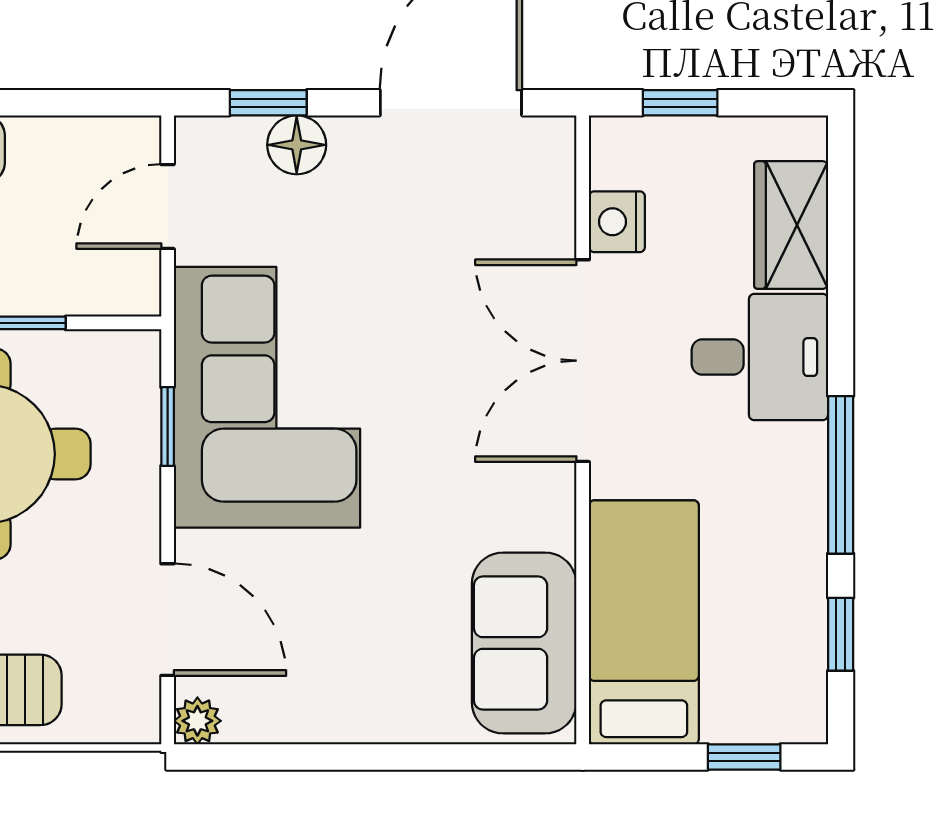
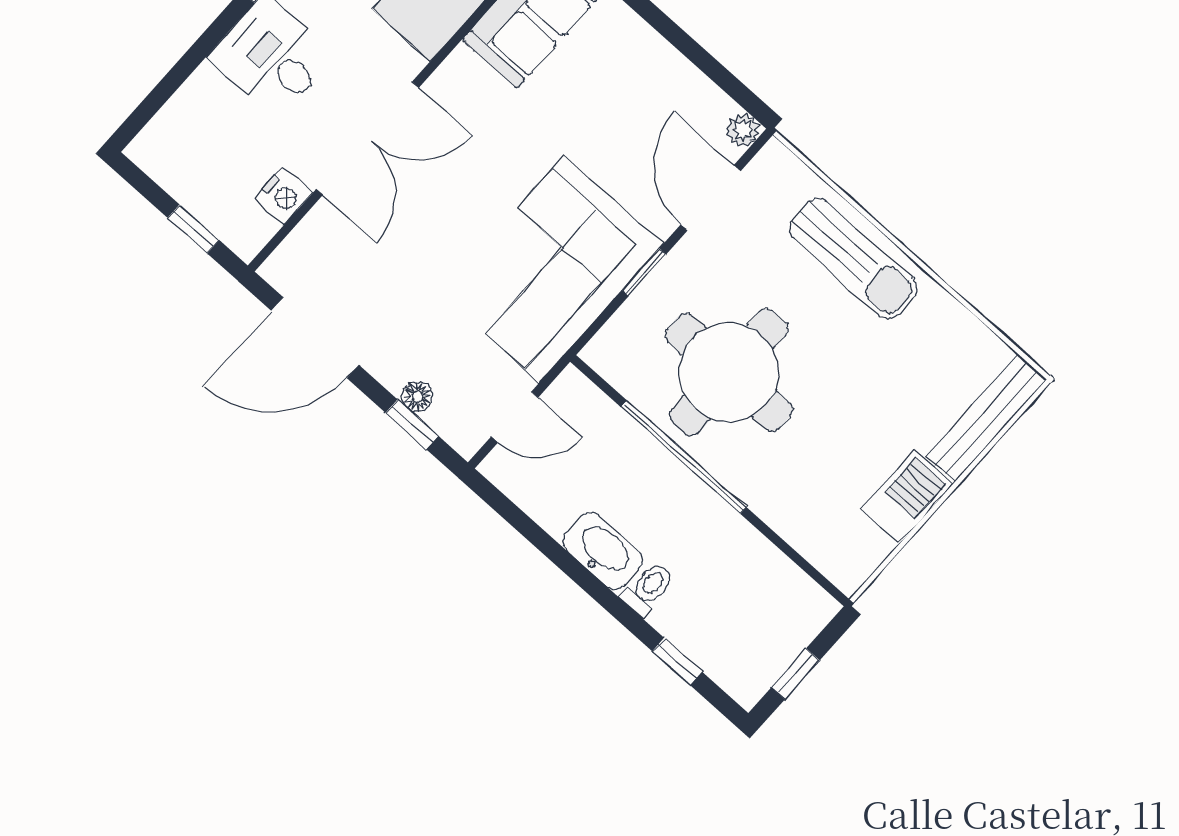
floor lamp: (297, 145) -> (417, 397), width x0.73, depth x0.73
wardrobe: (791, 225) -> (193, 111), removed
window: (168, 426) -> (644, 272), moved

